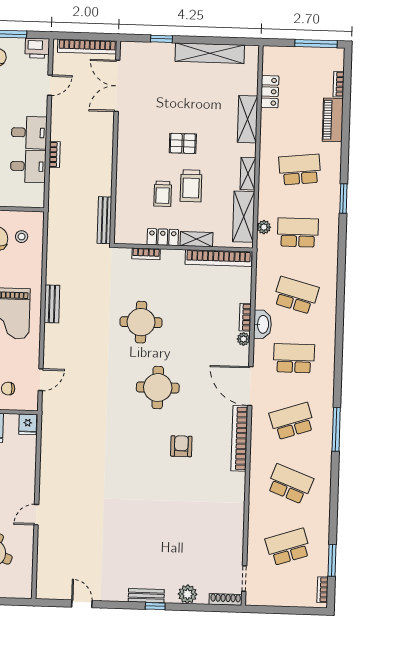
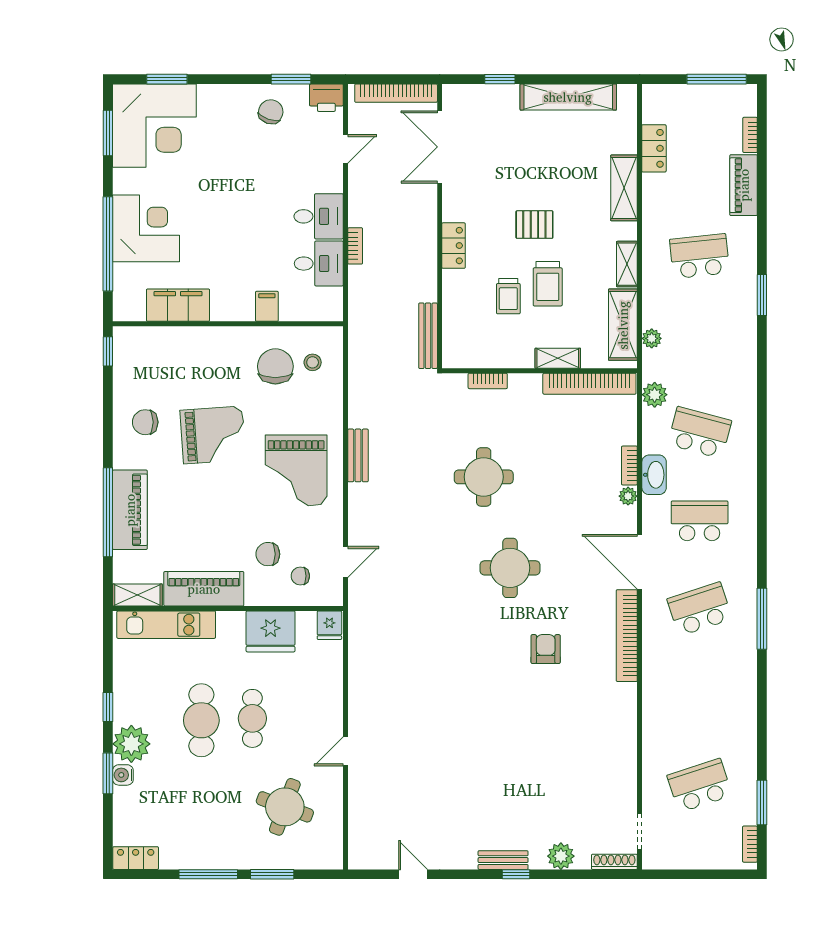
school desk: (298, 232) -> (700, 344), removed
locker: (163, 237) -> (454, 246), moved, turned 90
plant: (265, 267) -> (655, 395), added
school desk: (290, 484) -> (700, 697), removed

